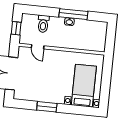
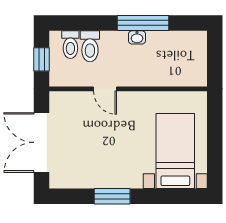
toilet: (33, 22) -> (70, 45), added
door: (38, 47) -> (105, 89), moved

